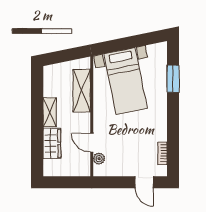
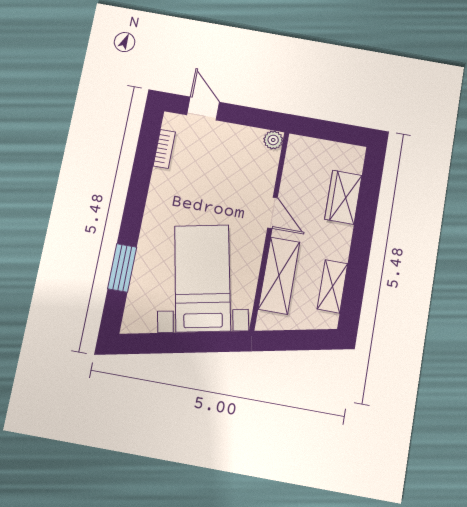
shelving: (50, 112) -> (333, 286), moved
door: (92, 143) -> (273, 213), moved
plant: (99, 159) -> (273, 140), moved

